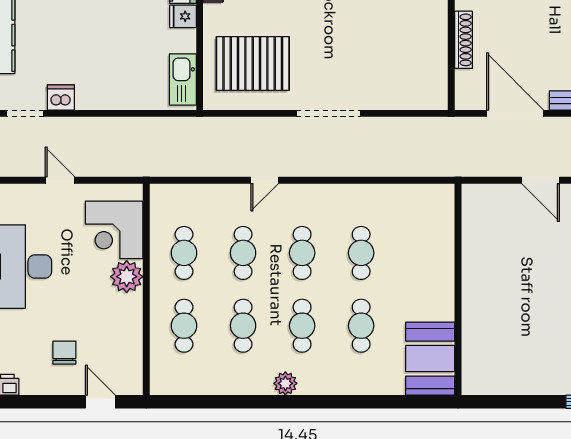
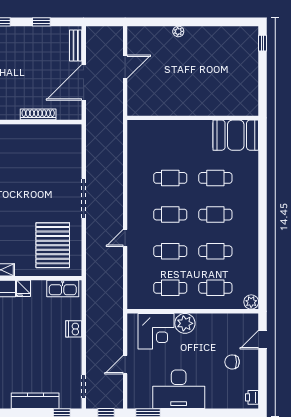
dishwasher: (61, 97) -> (74, 329), moved
door: (265, 180) -> (125, 238), swing flipped
plant: (285, 383) -> (251, 302), moved

